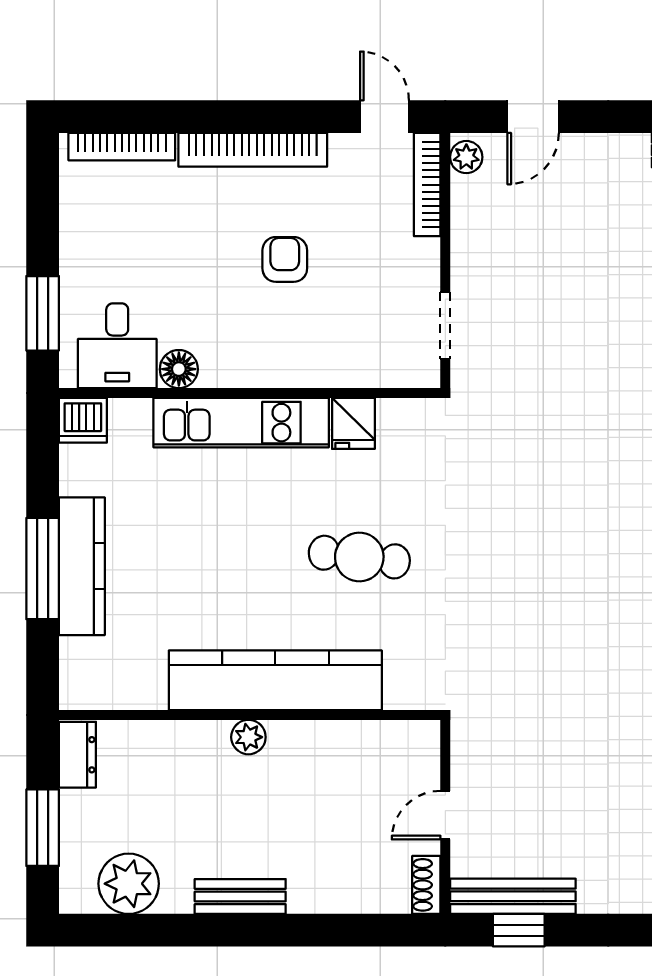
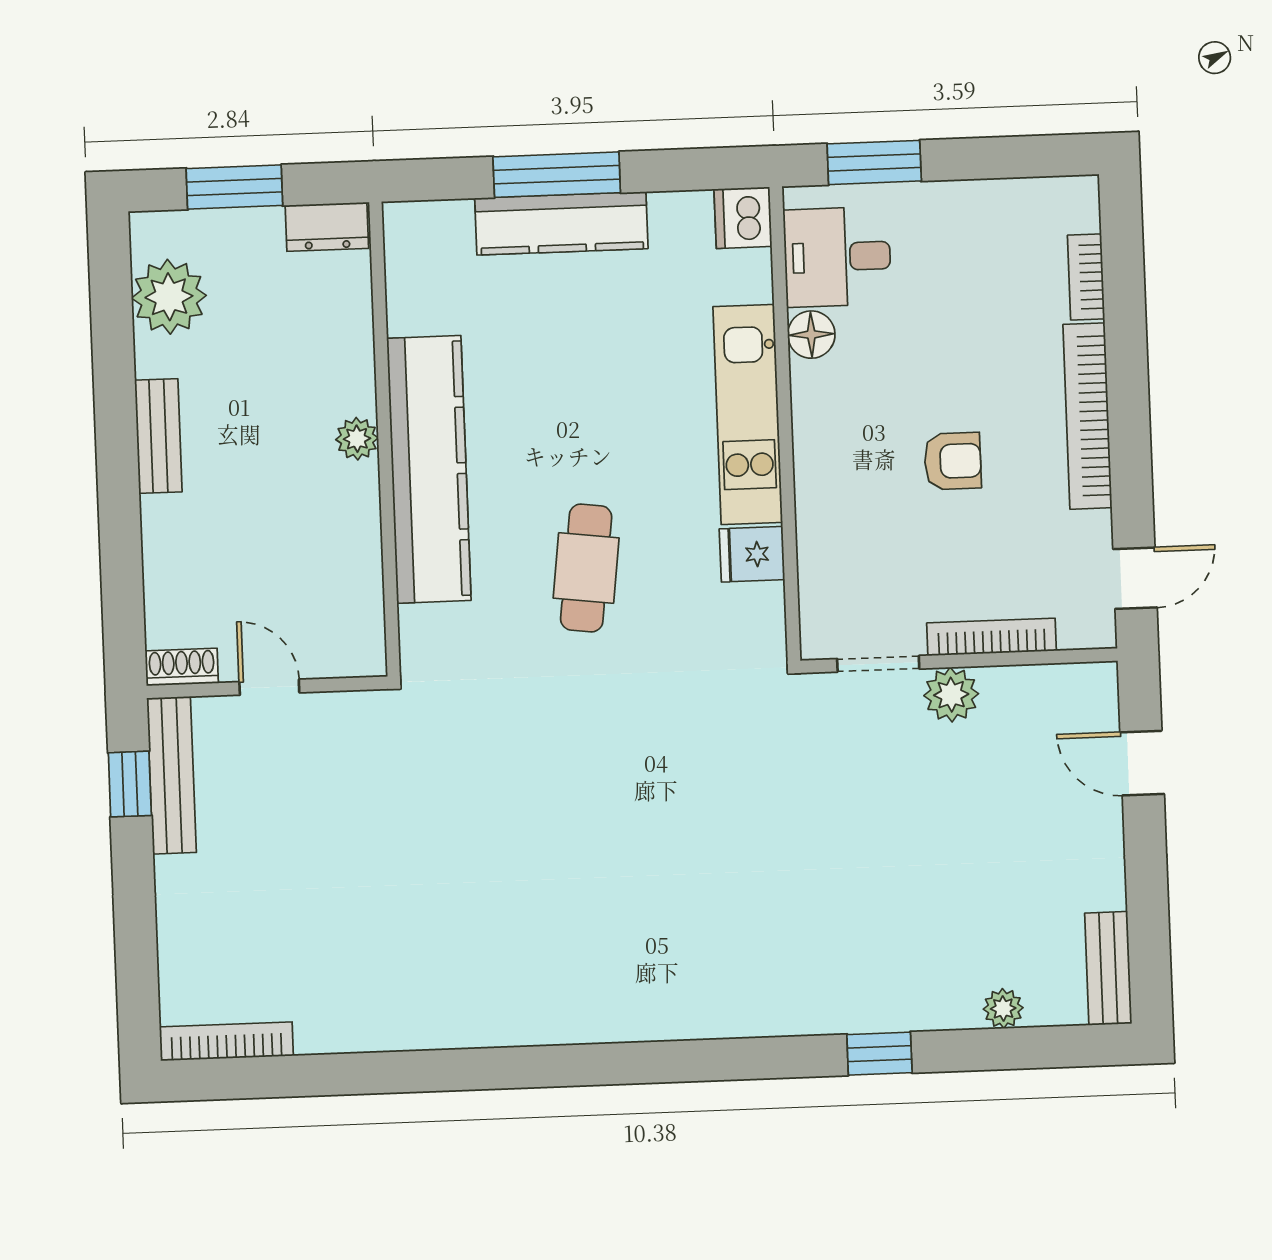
bookcase: (122, 147) -> (1086, 277), width x0.64
plant: (466, 157) -> (951, 695), moved, width x1.38, depth x1.38
bookcase: (427, 185) -> (992, 637), moved

